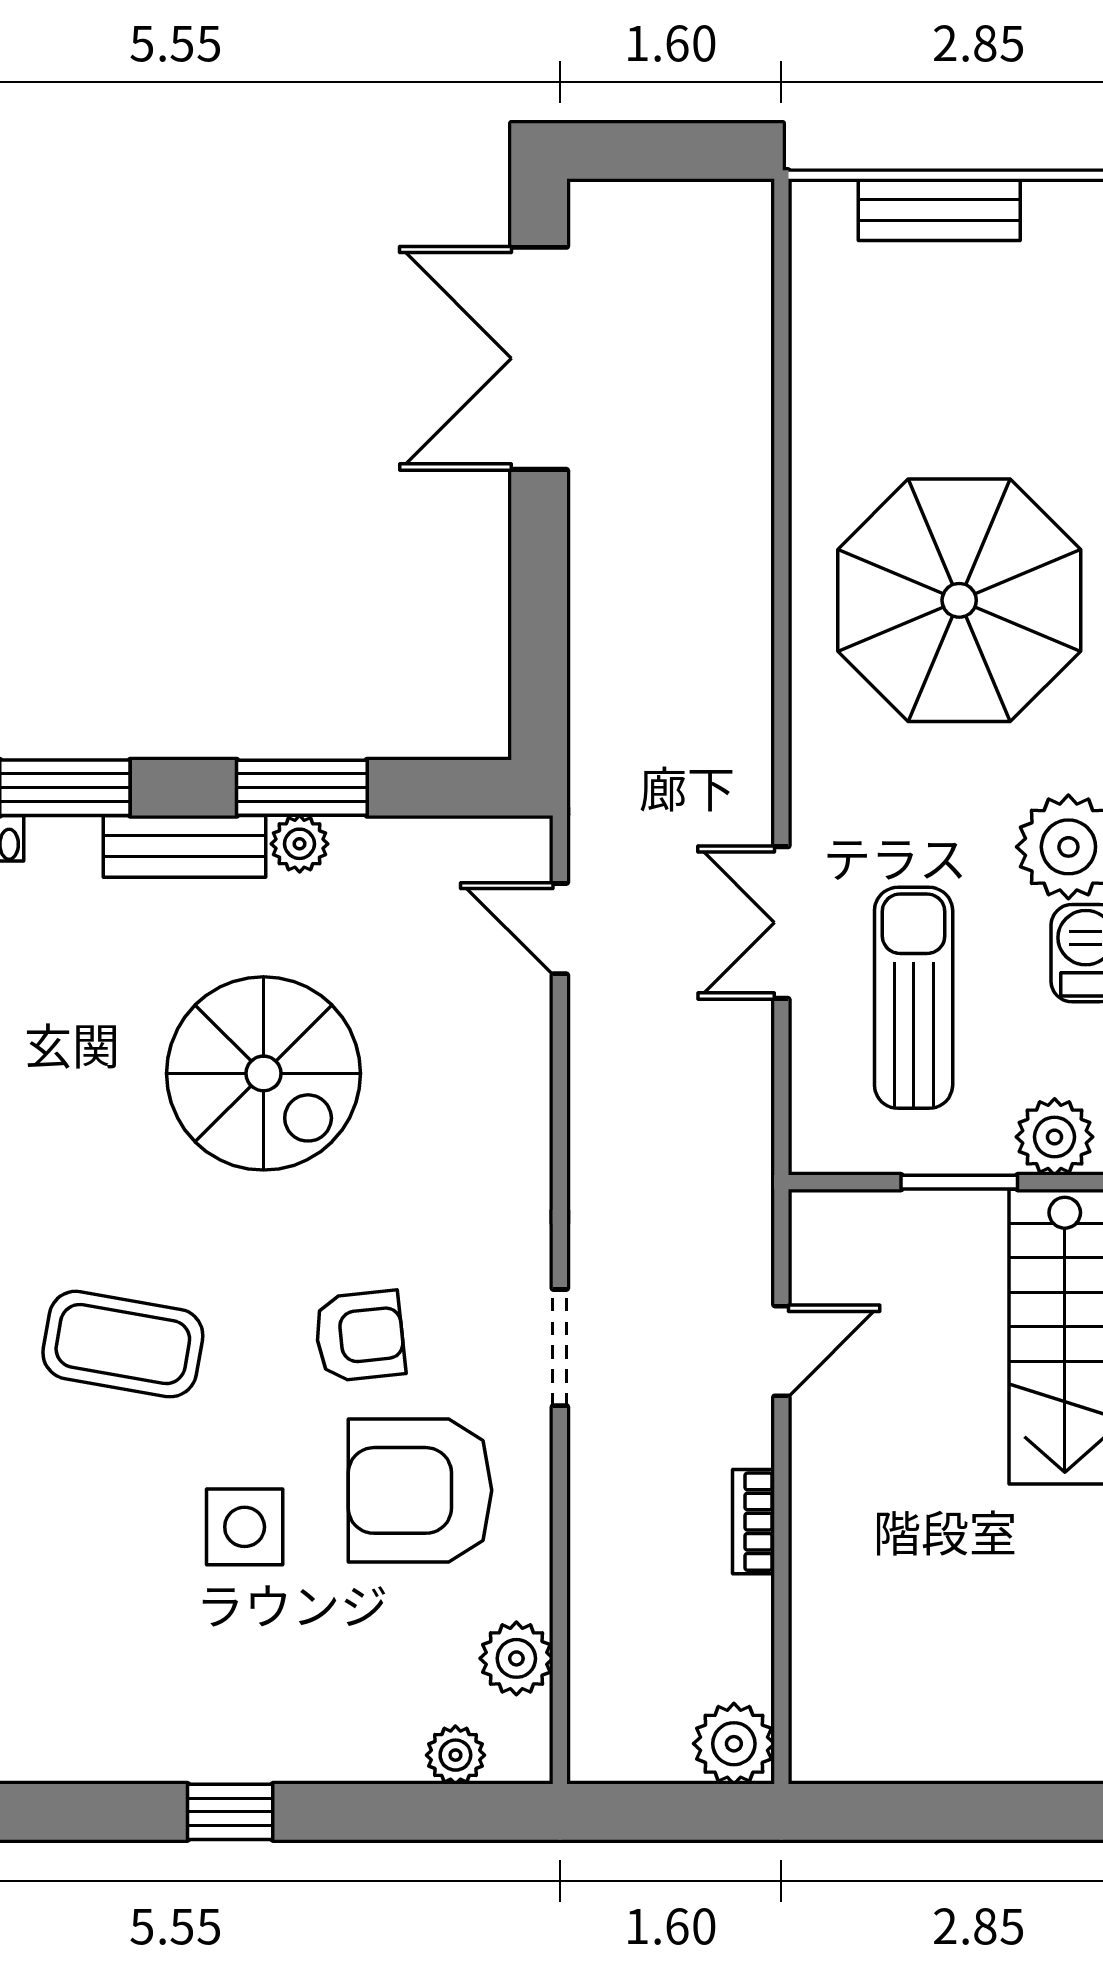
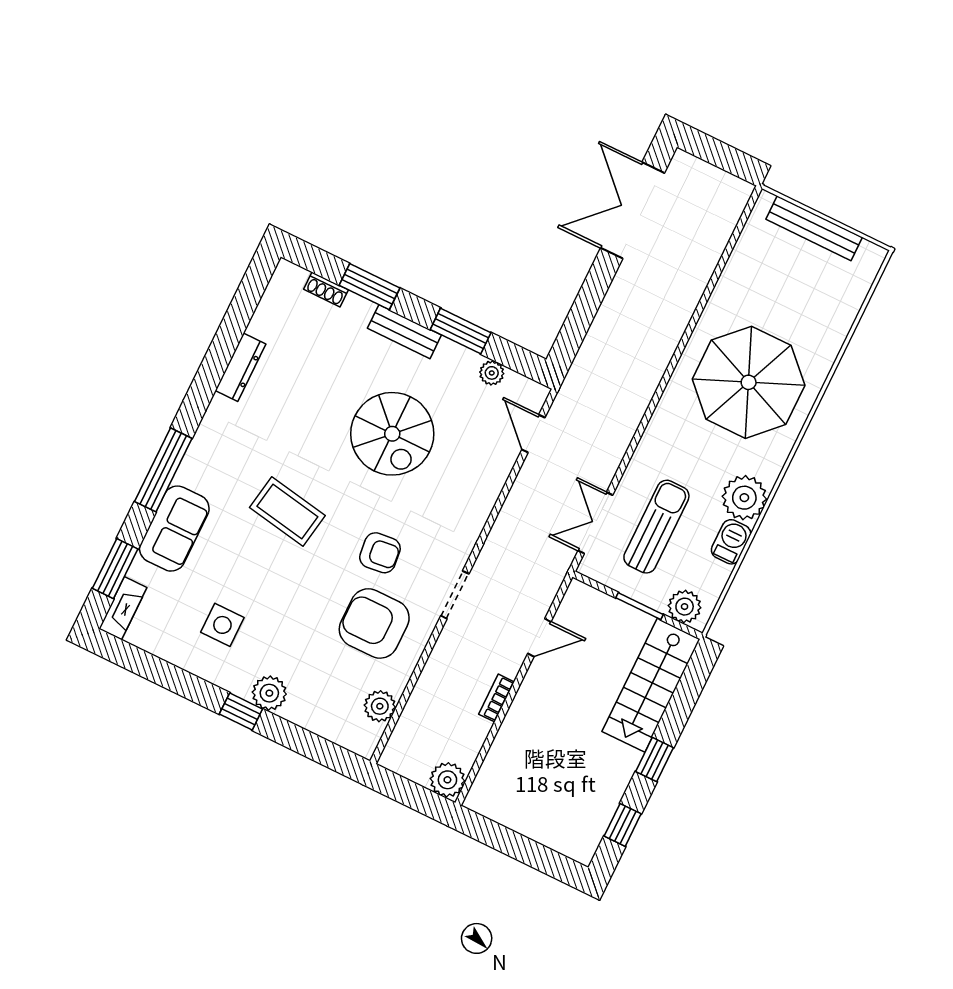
bench: (939, 210) -> (814, 228), width x1.36
plant: (300, 844) -> (492, 373), moved
double door: (781, 923) -> (595, 523), moved
side table: (245, 1527) -> (222, 625), moved
plant: (455, 1755) -> (269, 693), moved, width x1.38, depth x1.38

